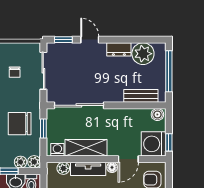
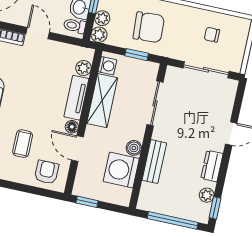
window: (63, 40) -> (215, 208), moved
plant: (143, 54) -> (207, 195), width x0.53, depth x0.53
bench: (141, 96) -> (154, 162), moved
sliding door: (79, 105) -> (155, 103), width x0.73
boiler: (157, 115) -> (134, 148), moved
chair: (20, 124) -> (149, 27), turned 87
washing machine: (154, 144) -> (121, 170), moved, turned -90

